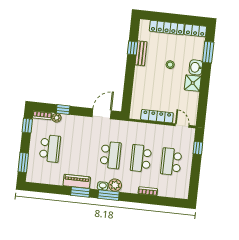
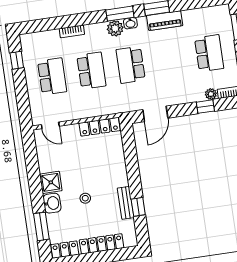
locker: (157, 116) -> (100, 127), moved
school desk: (50, 148) -> (209, 53), turned 180
window: (198, 148) -> (17, 60), moved

